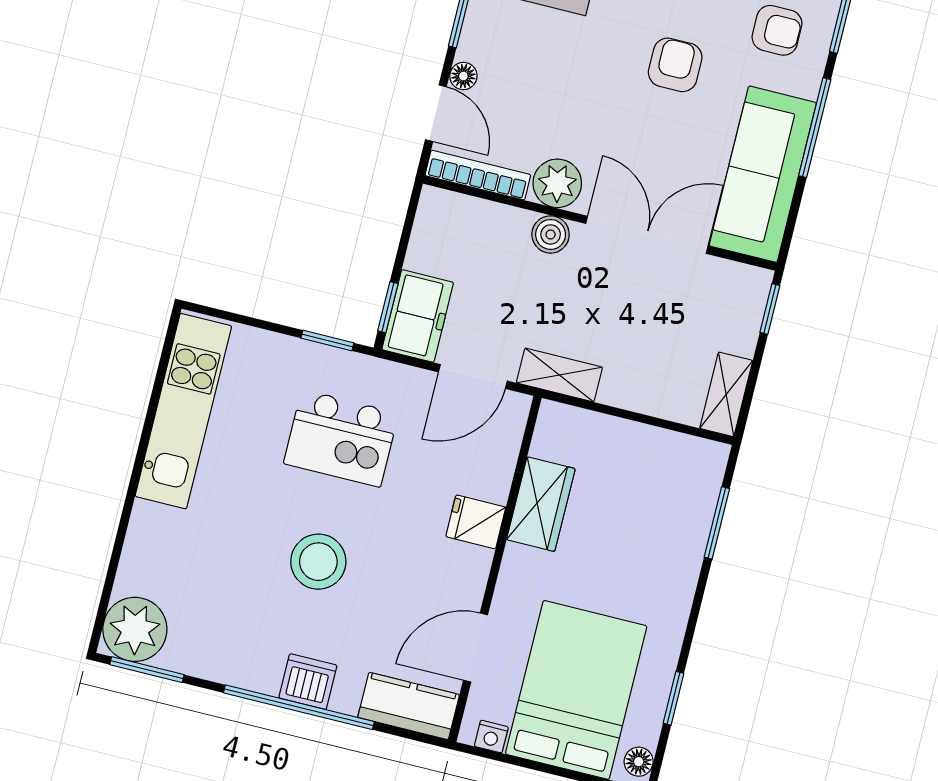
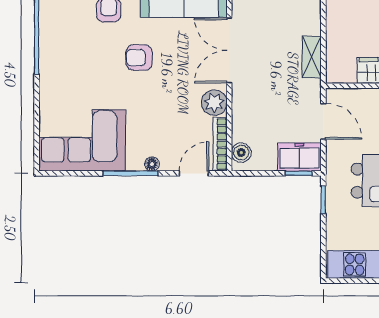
floor lamp: (463, 76) -> (152, 164), moved
boiler: (551, 234) -> (241, 153), moved
shelving: (559, 375) -> (312, 57), moved

